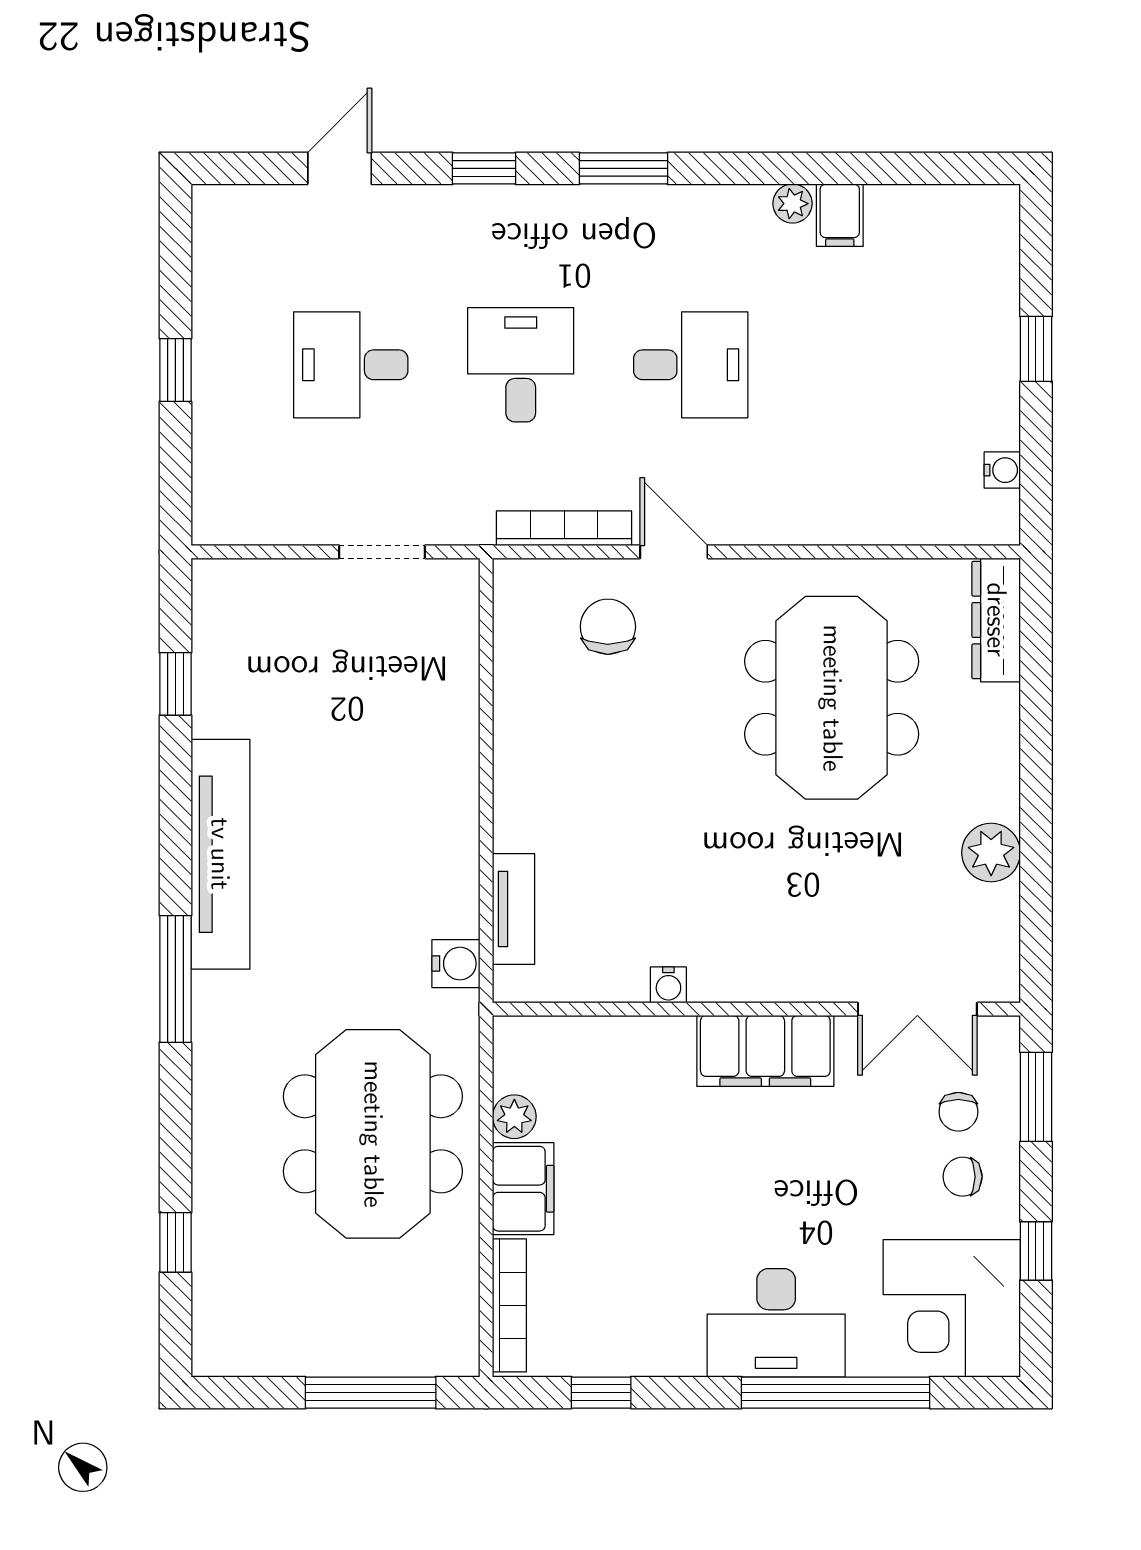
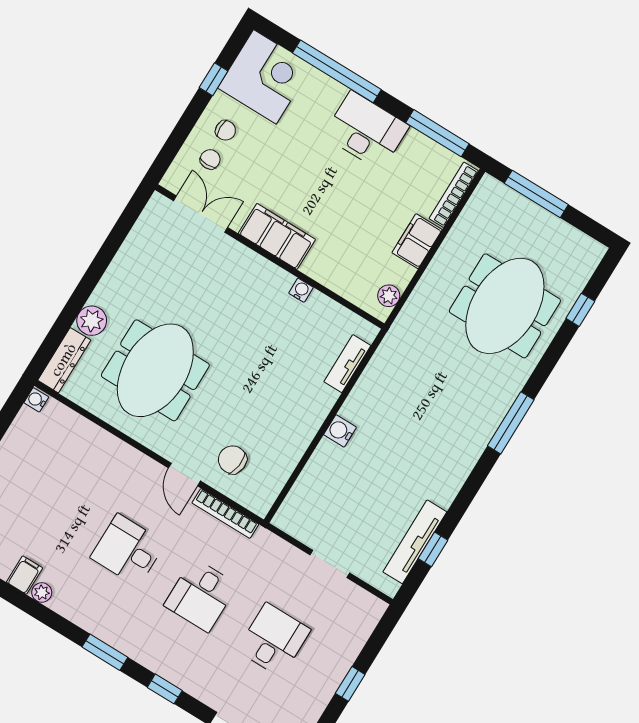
desk: (351, 365) -> (274, 640), turned -90
water cooler: (1002, 470) -> (36, 400), moved
doorway: (382, 552) -> (330, 564), moved
chair: (608, 627) -> (232, 460), turned 97
plant: (991, 853) -> (92, 321), moved
tv unit: (220, 854) -> (415, 542), moved, width x0.73, depth x0.78
water cooler: (456, 964) -> (340, 431), moved
window: (1036, 1097) -> (173, 145), removed
plant: (514, 1117) -> (389, 296), moved
meeting table: (373, 1134) -> (505, 306), moved
desk: (776, 1323) -> (366, 131), moved
window: (601, 1393) -> (437, 133), width x2.17

